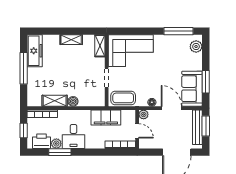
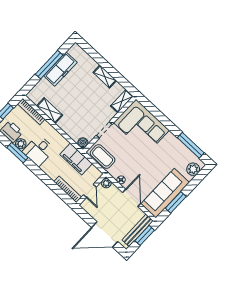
freezer: (35, 51) -> (60, 69), moved
sofa: (192, 89) -> (165, 193), width x1.36
boiler: (73, 101) -> (83, 143), moved

